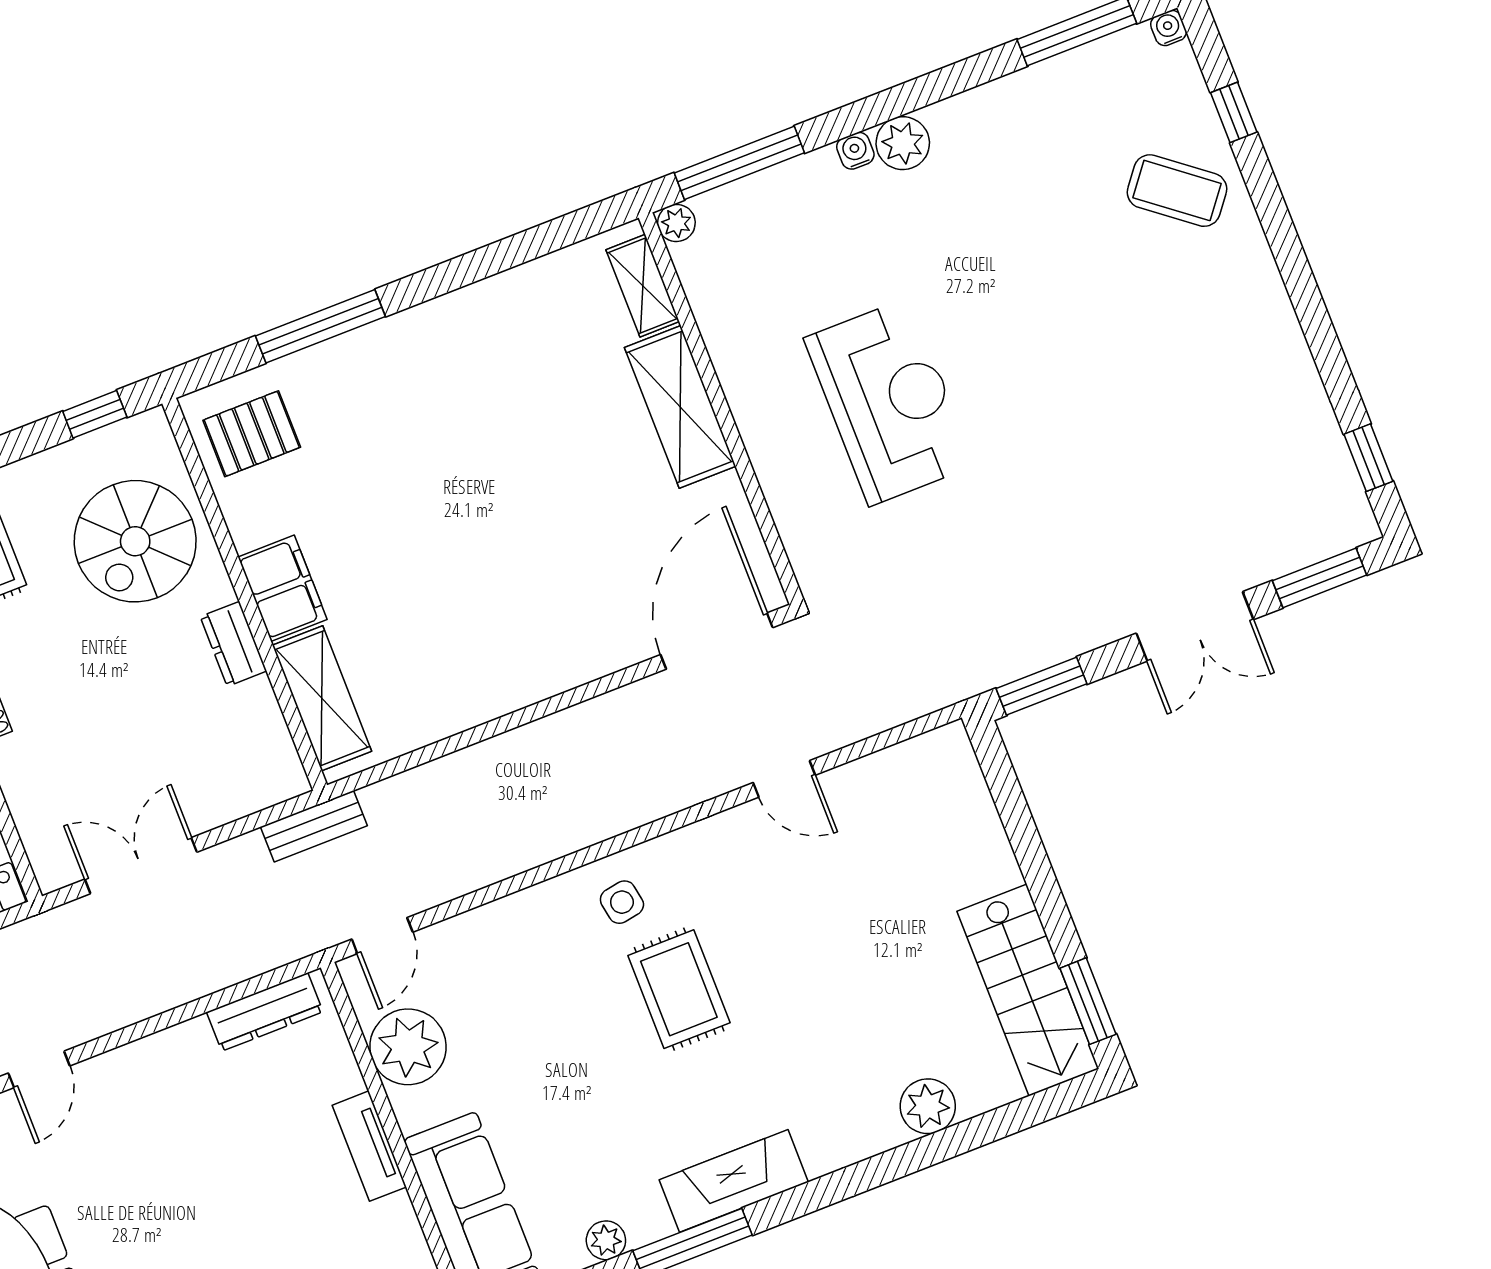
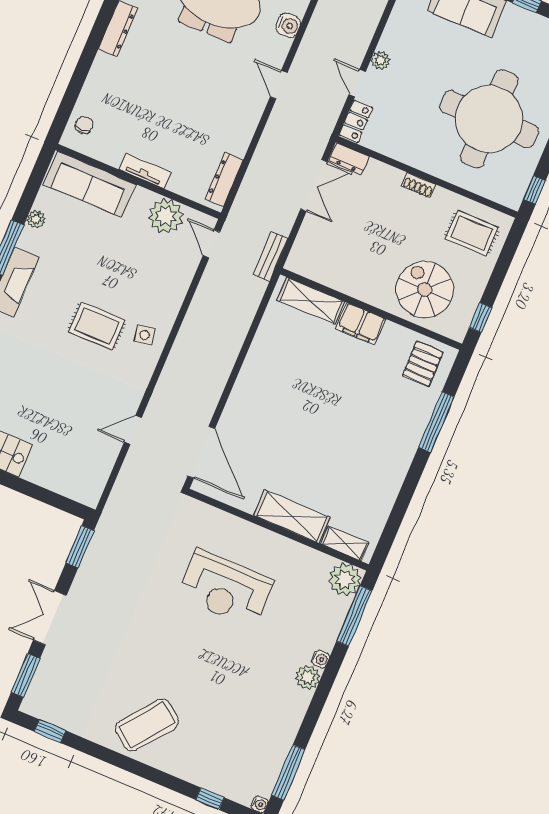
coffee table: (1177, 191) -> (147, 725), moved, width x1.36, depth x1.32
plant: (676, 223) -> (345, 579), width x1.88, depth x1.88
dresser: (233, 644) -> (349, 159), moved, turned 180

